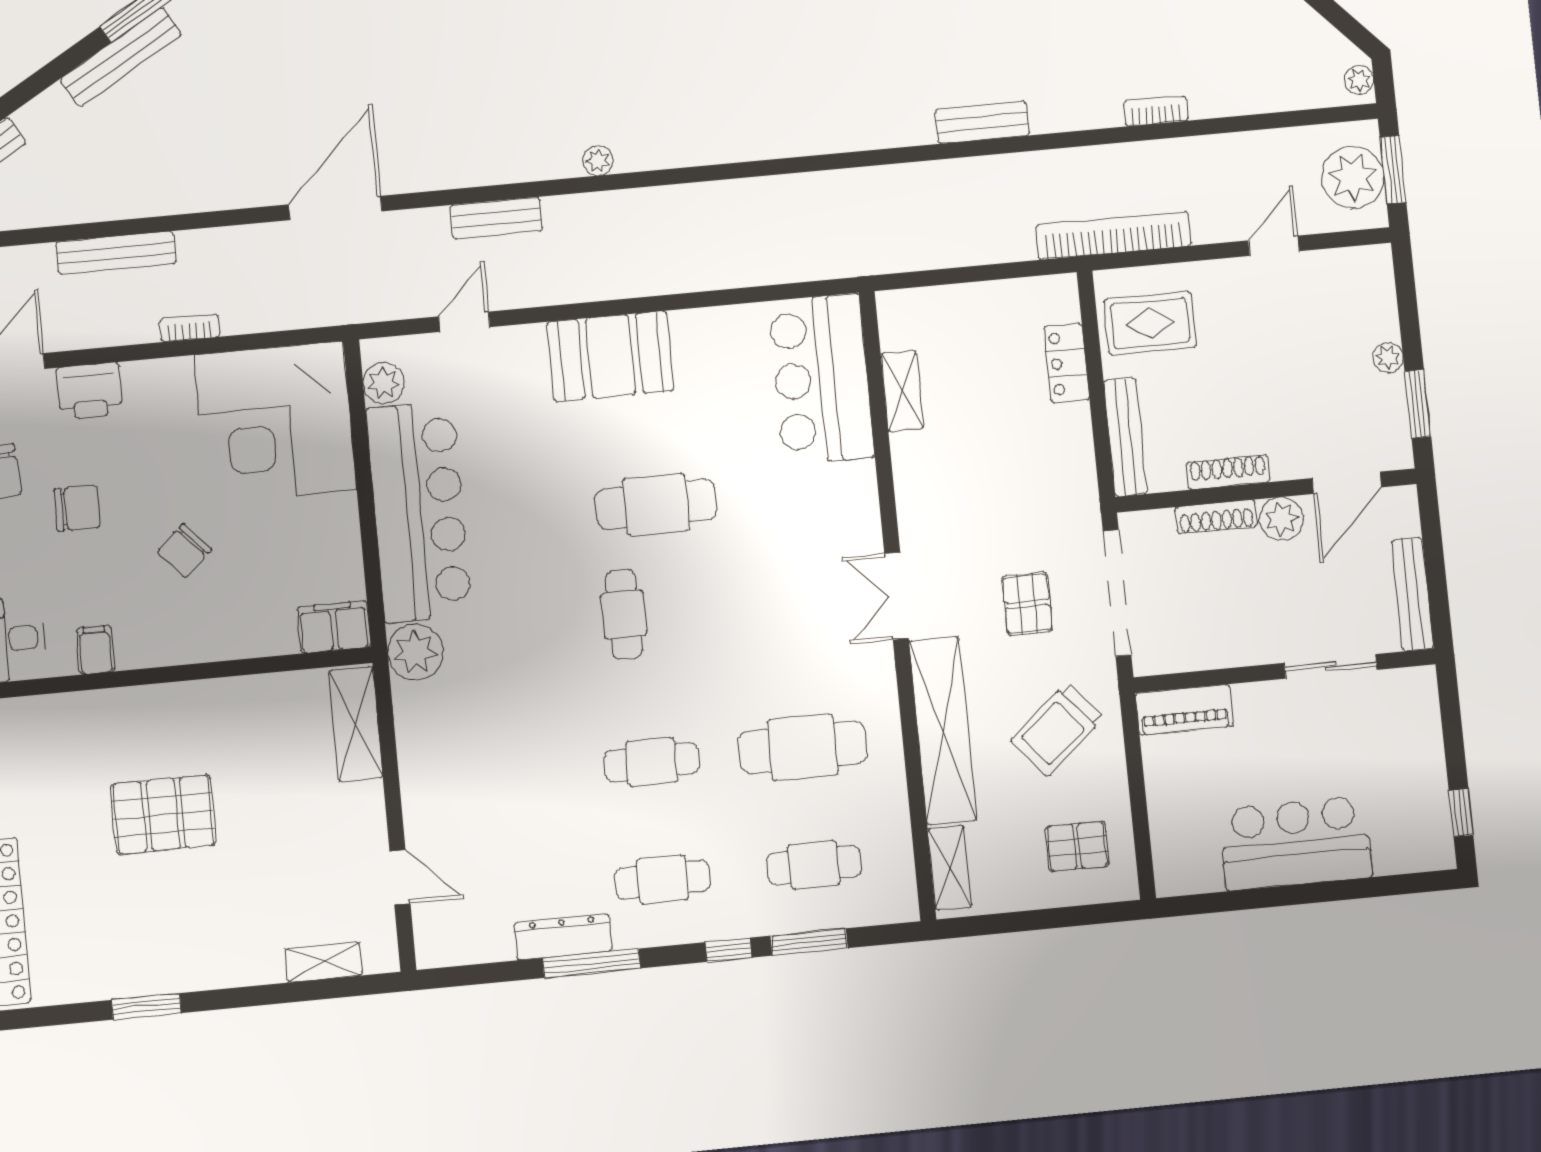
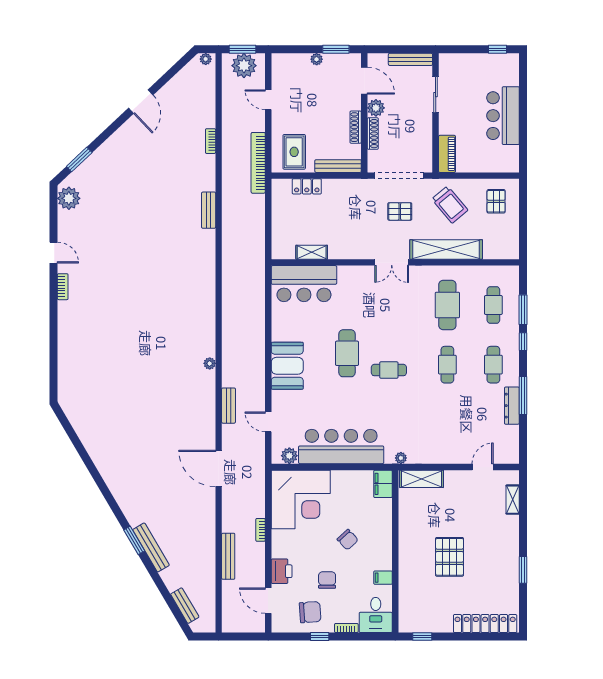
plant: (415, 652) -> (401, 458), width x0.53, depth x0.53
shelving: (950, 868) -> (500, 252), removed

